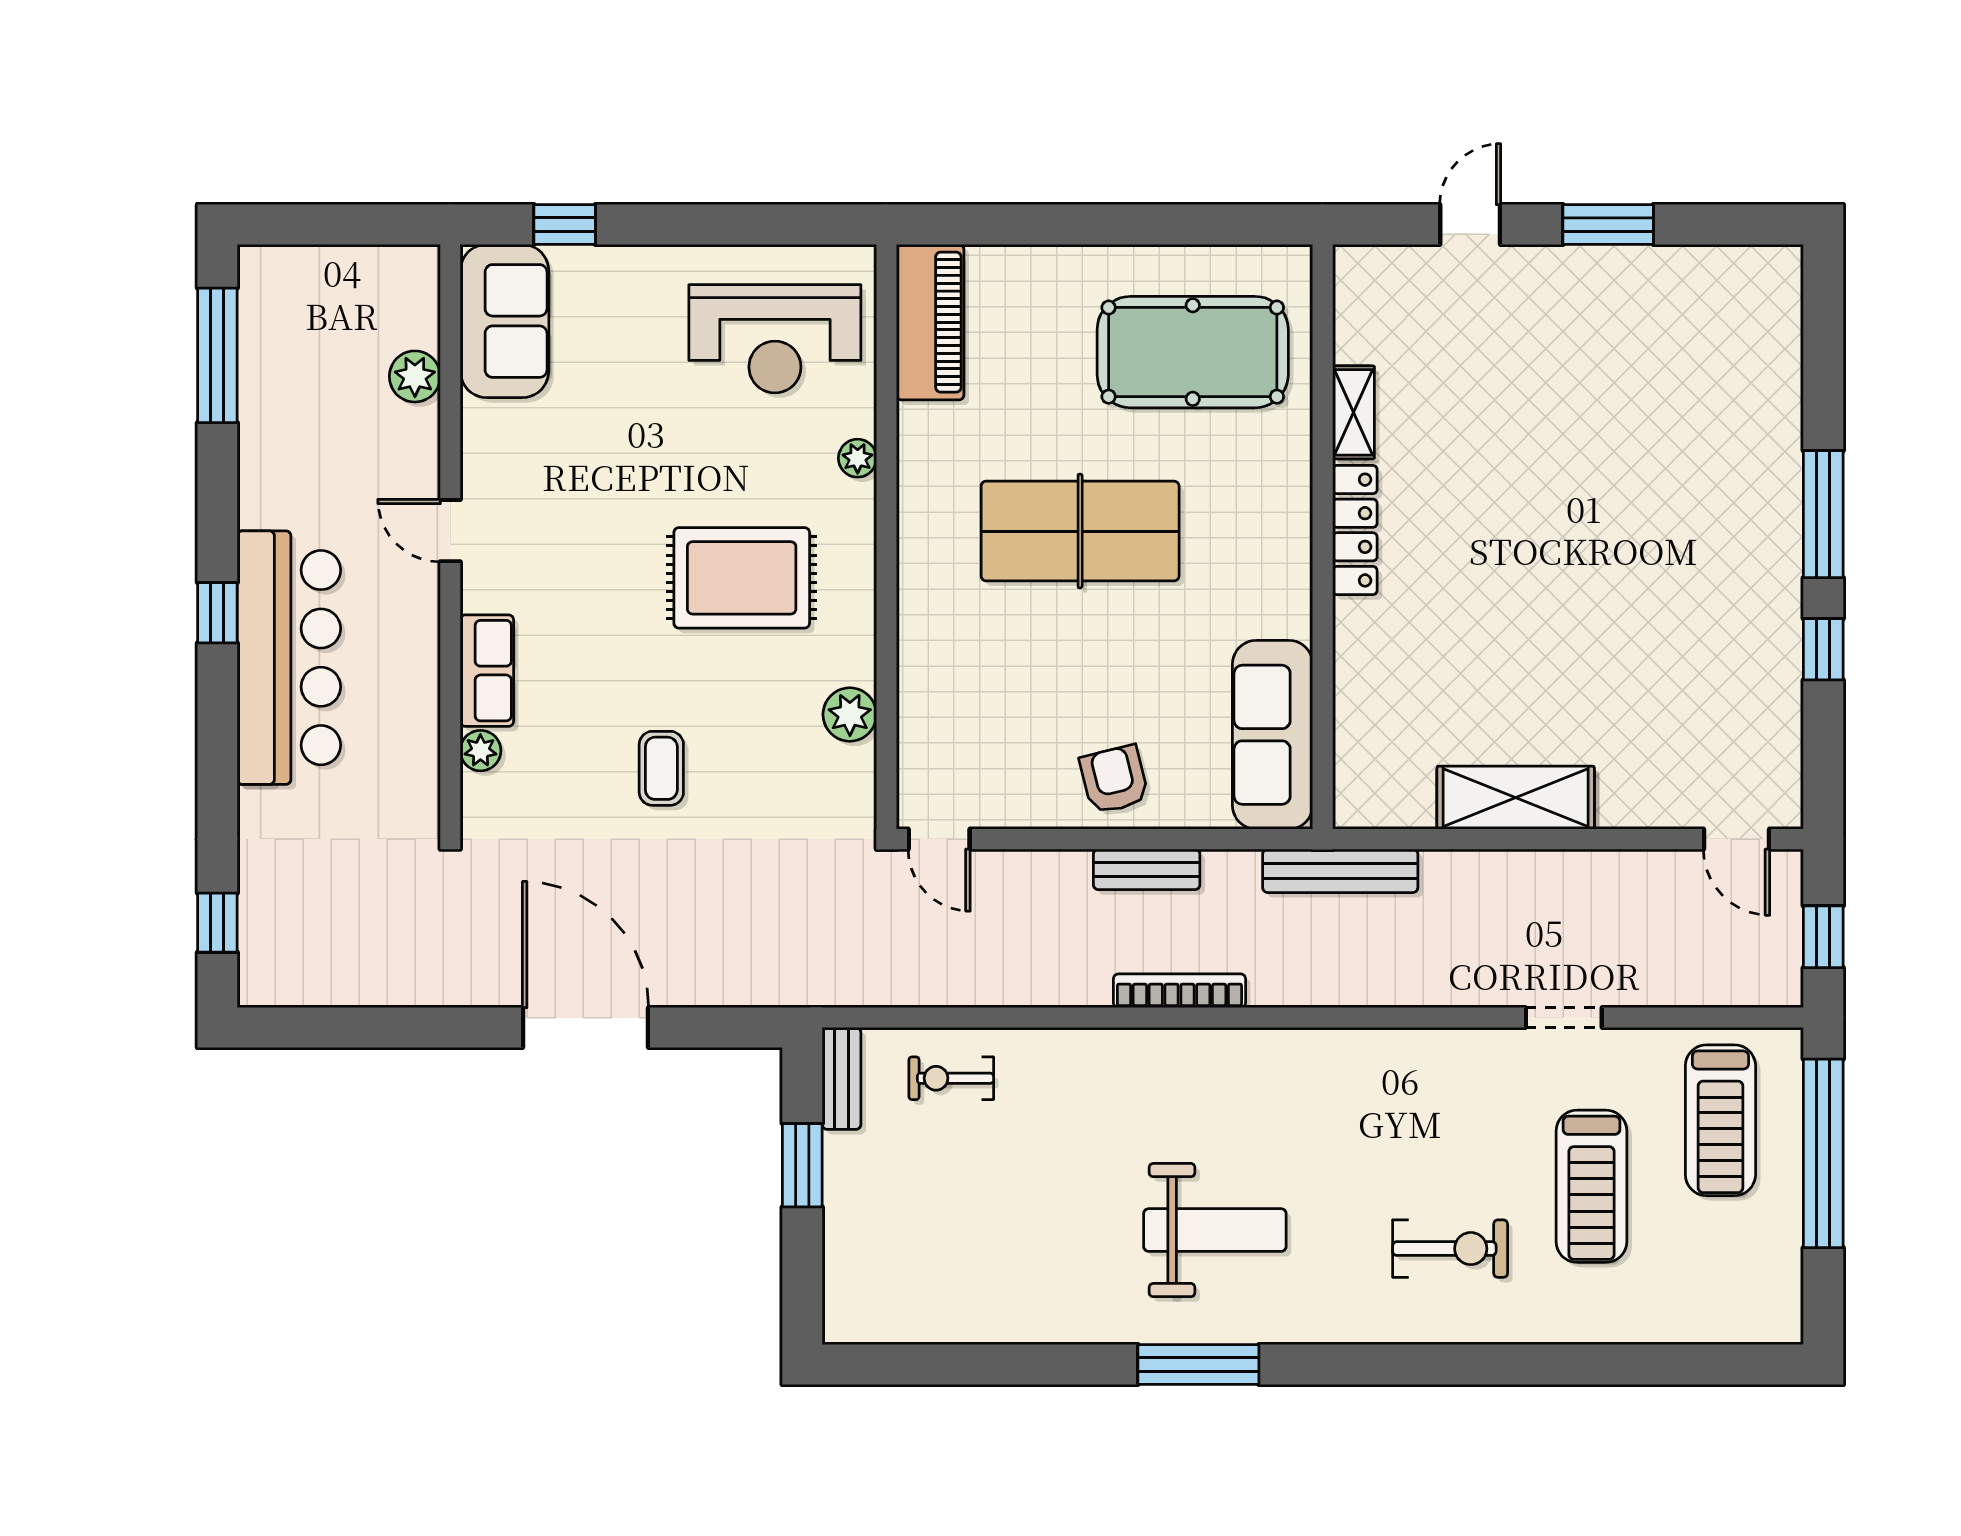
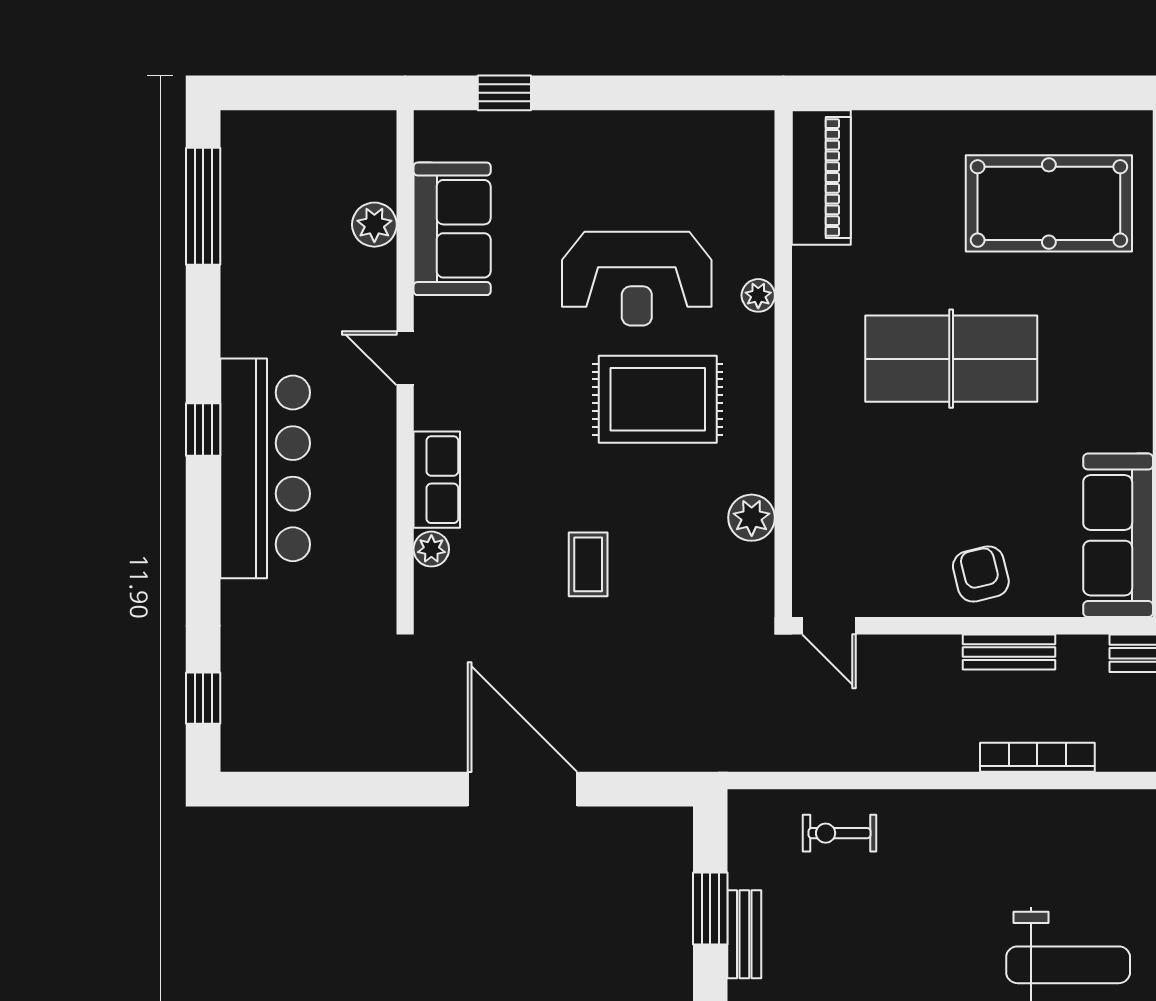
sofa: (504, 321) -> (452, 229), moved
reception desk: (775, 339) -> (637, 279), moved
bench: (841, 1078) -> (744, 934), moved

